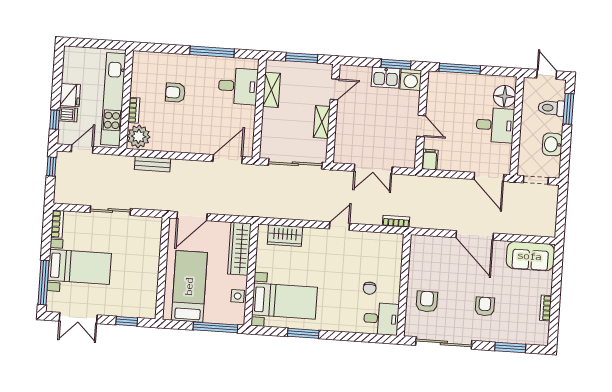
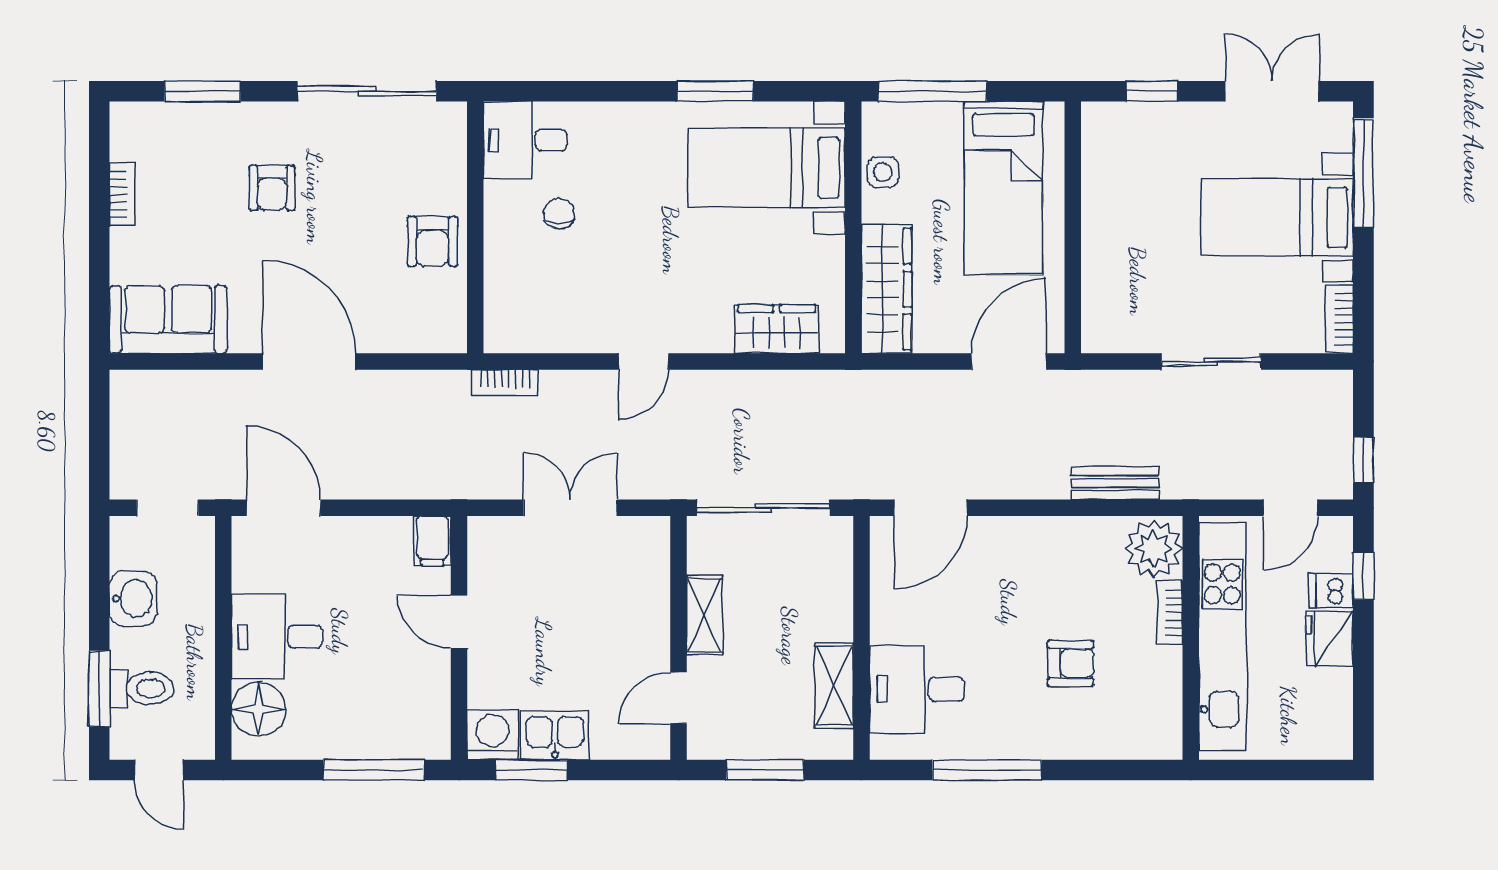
armchair: (427, 302) -> (433, 241), moved

